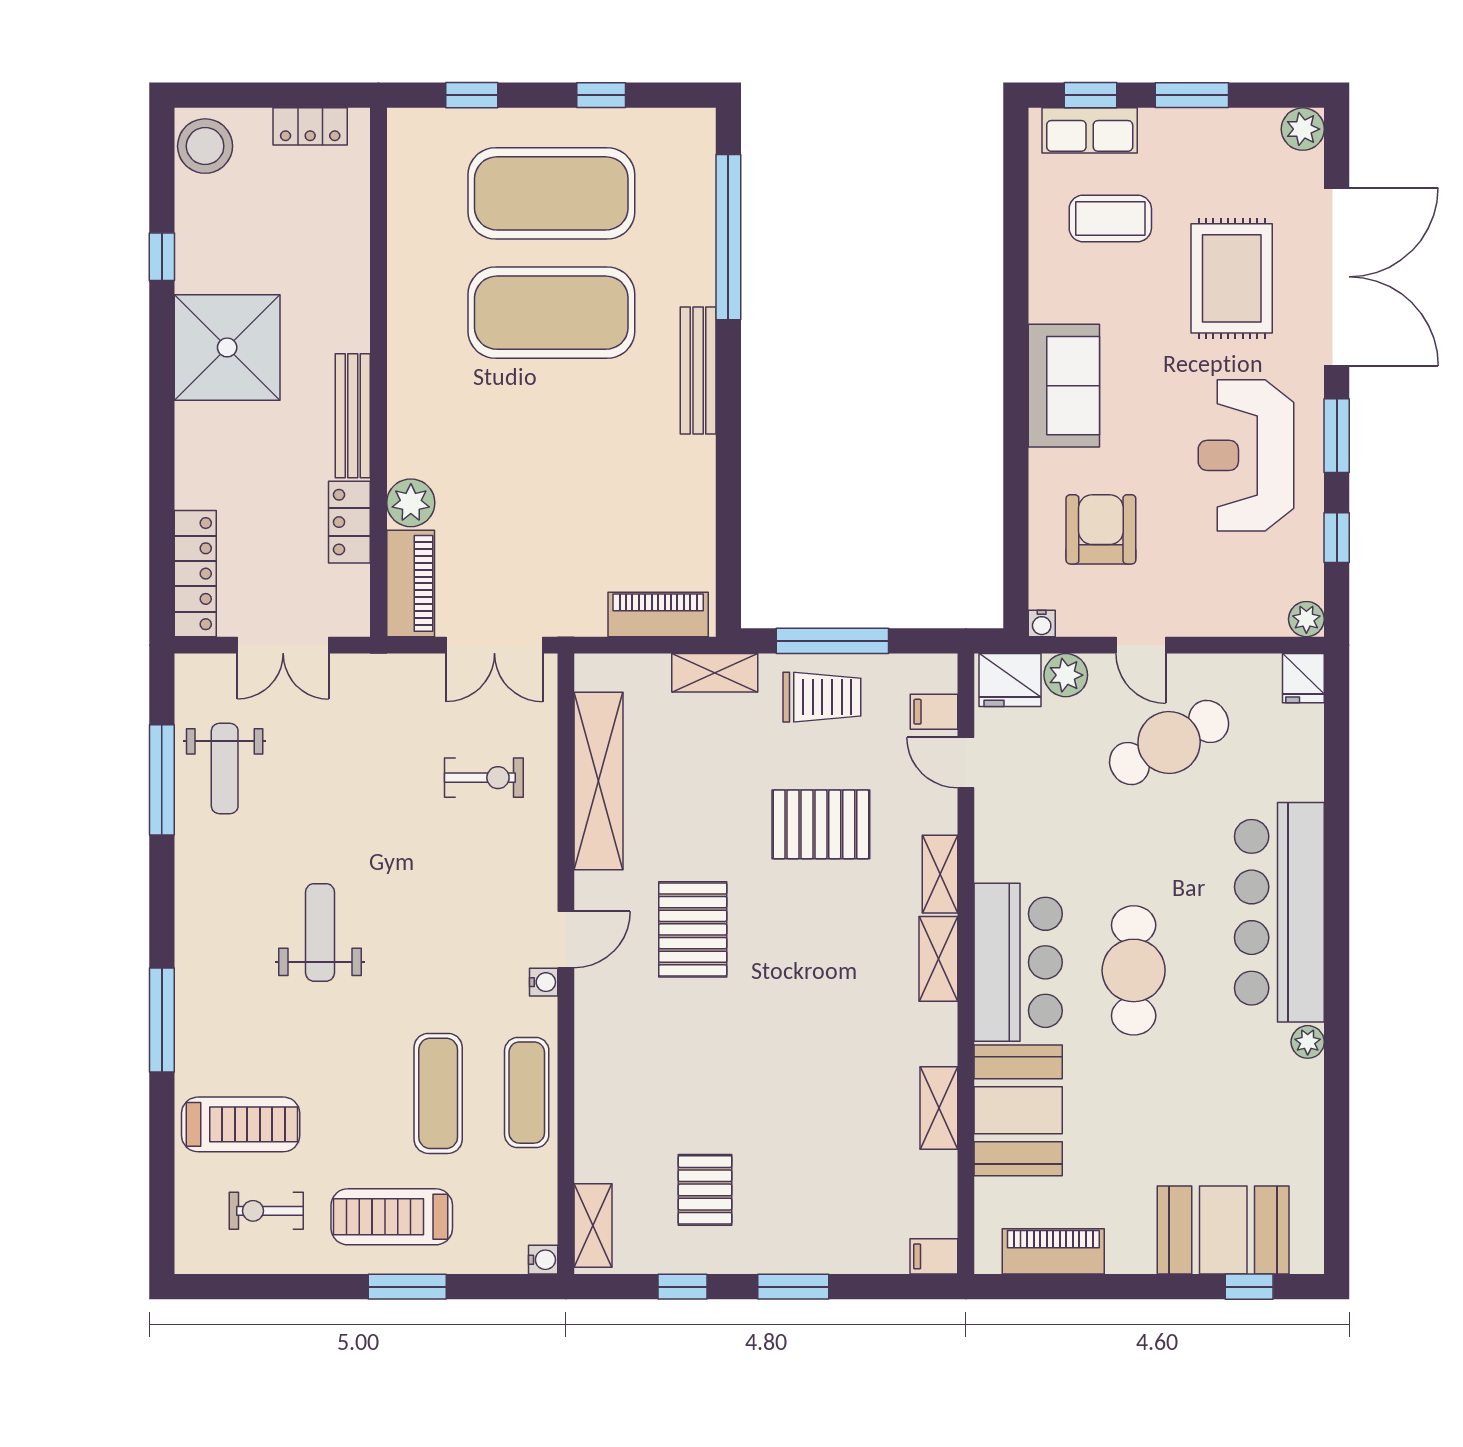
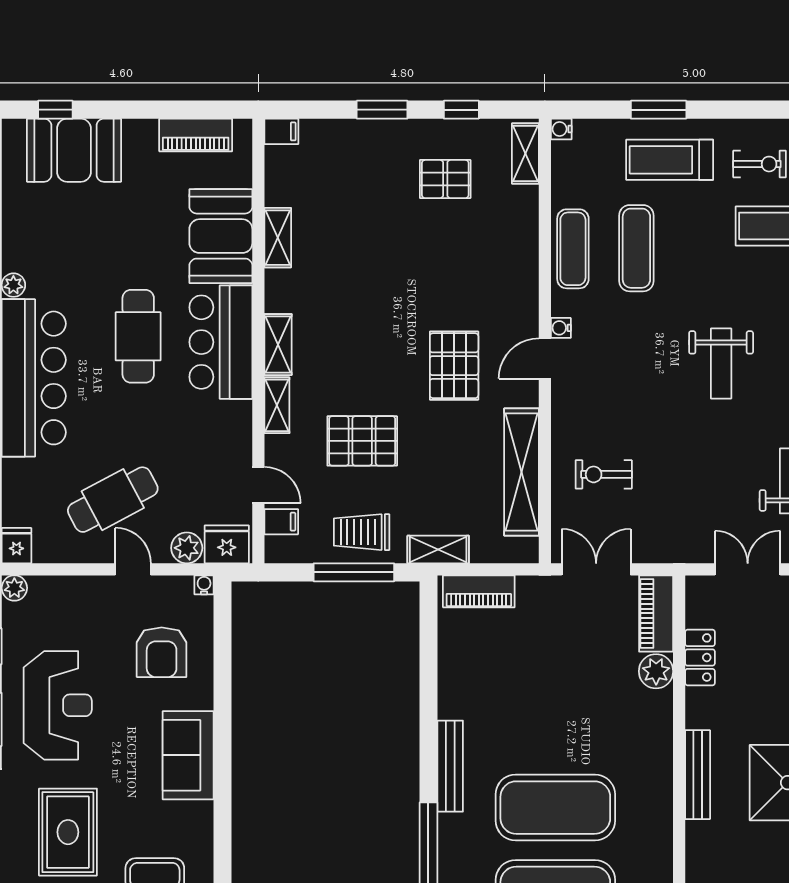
bench: (353, 416) -> (698, 775), moved
pallet: (705, 1190) -> (445, 179), turned 90
treadmill: (392, 1217) -> (670, 160), turned 180

